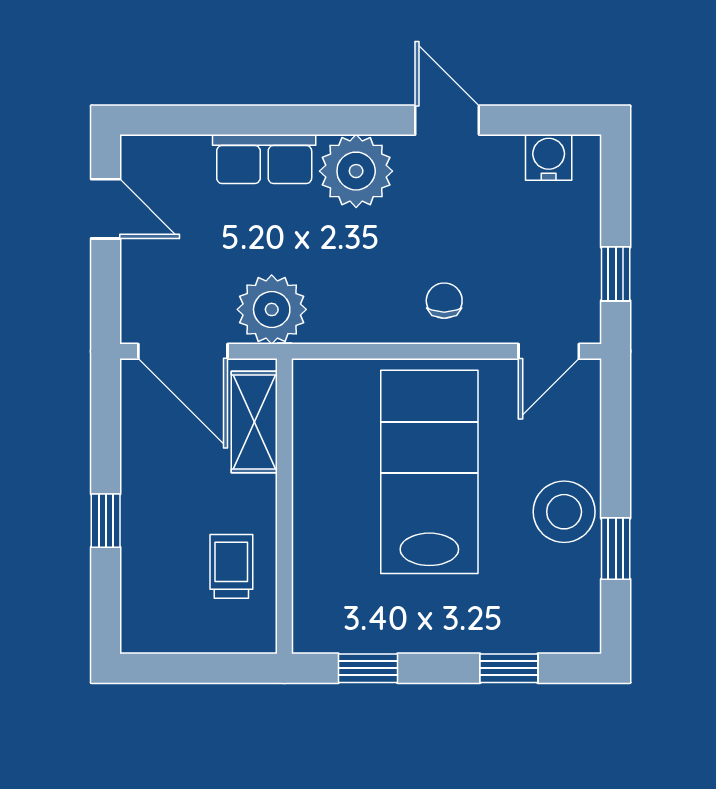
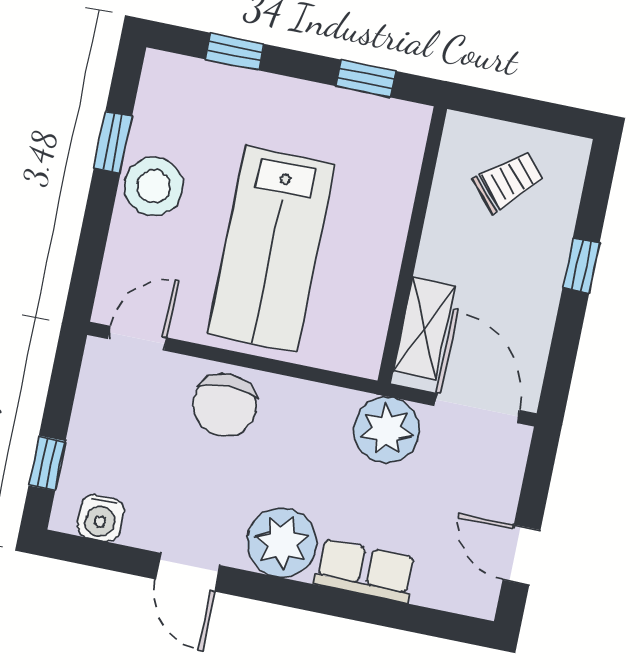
window: (616, 274) -> (47, 463), moved
chair: (444, 301) -> (225, 405), width x1.87, depth x1.87
trolley: (231, 566) -> (508, 181), moved, turned -132

